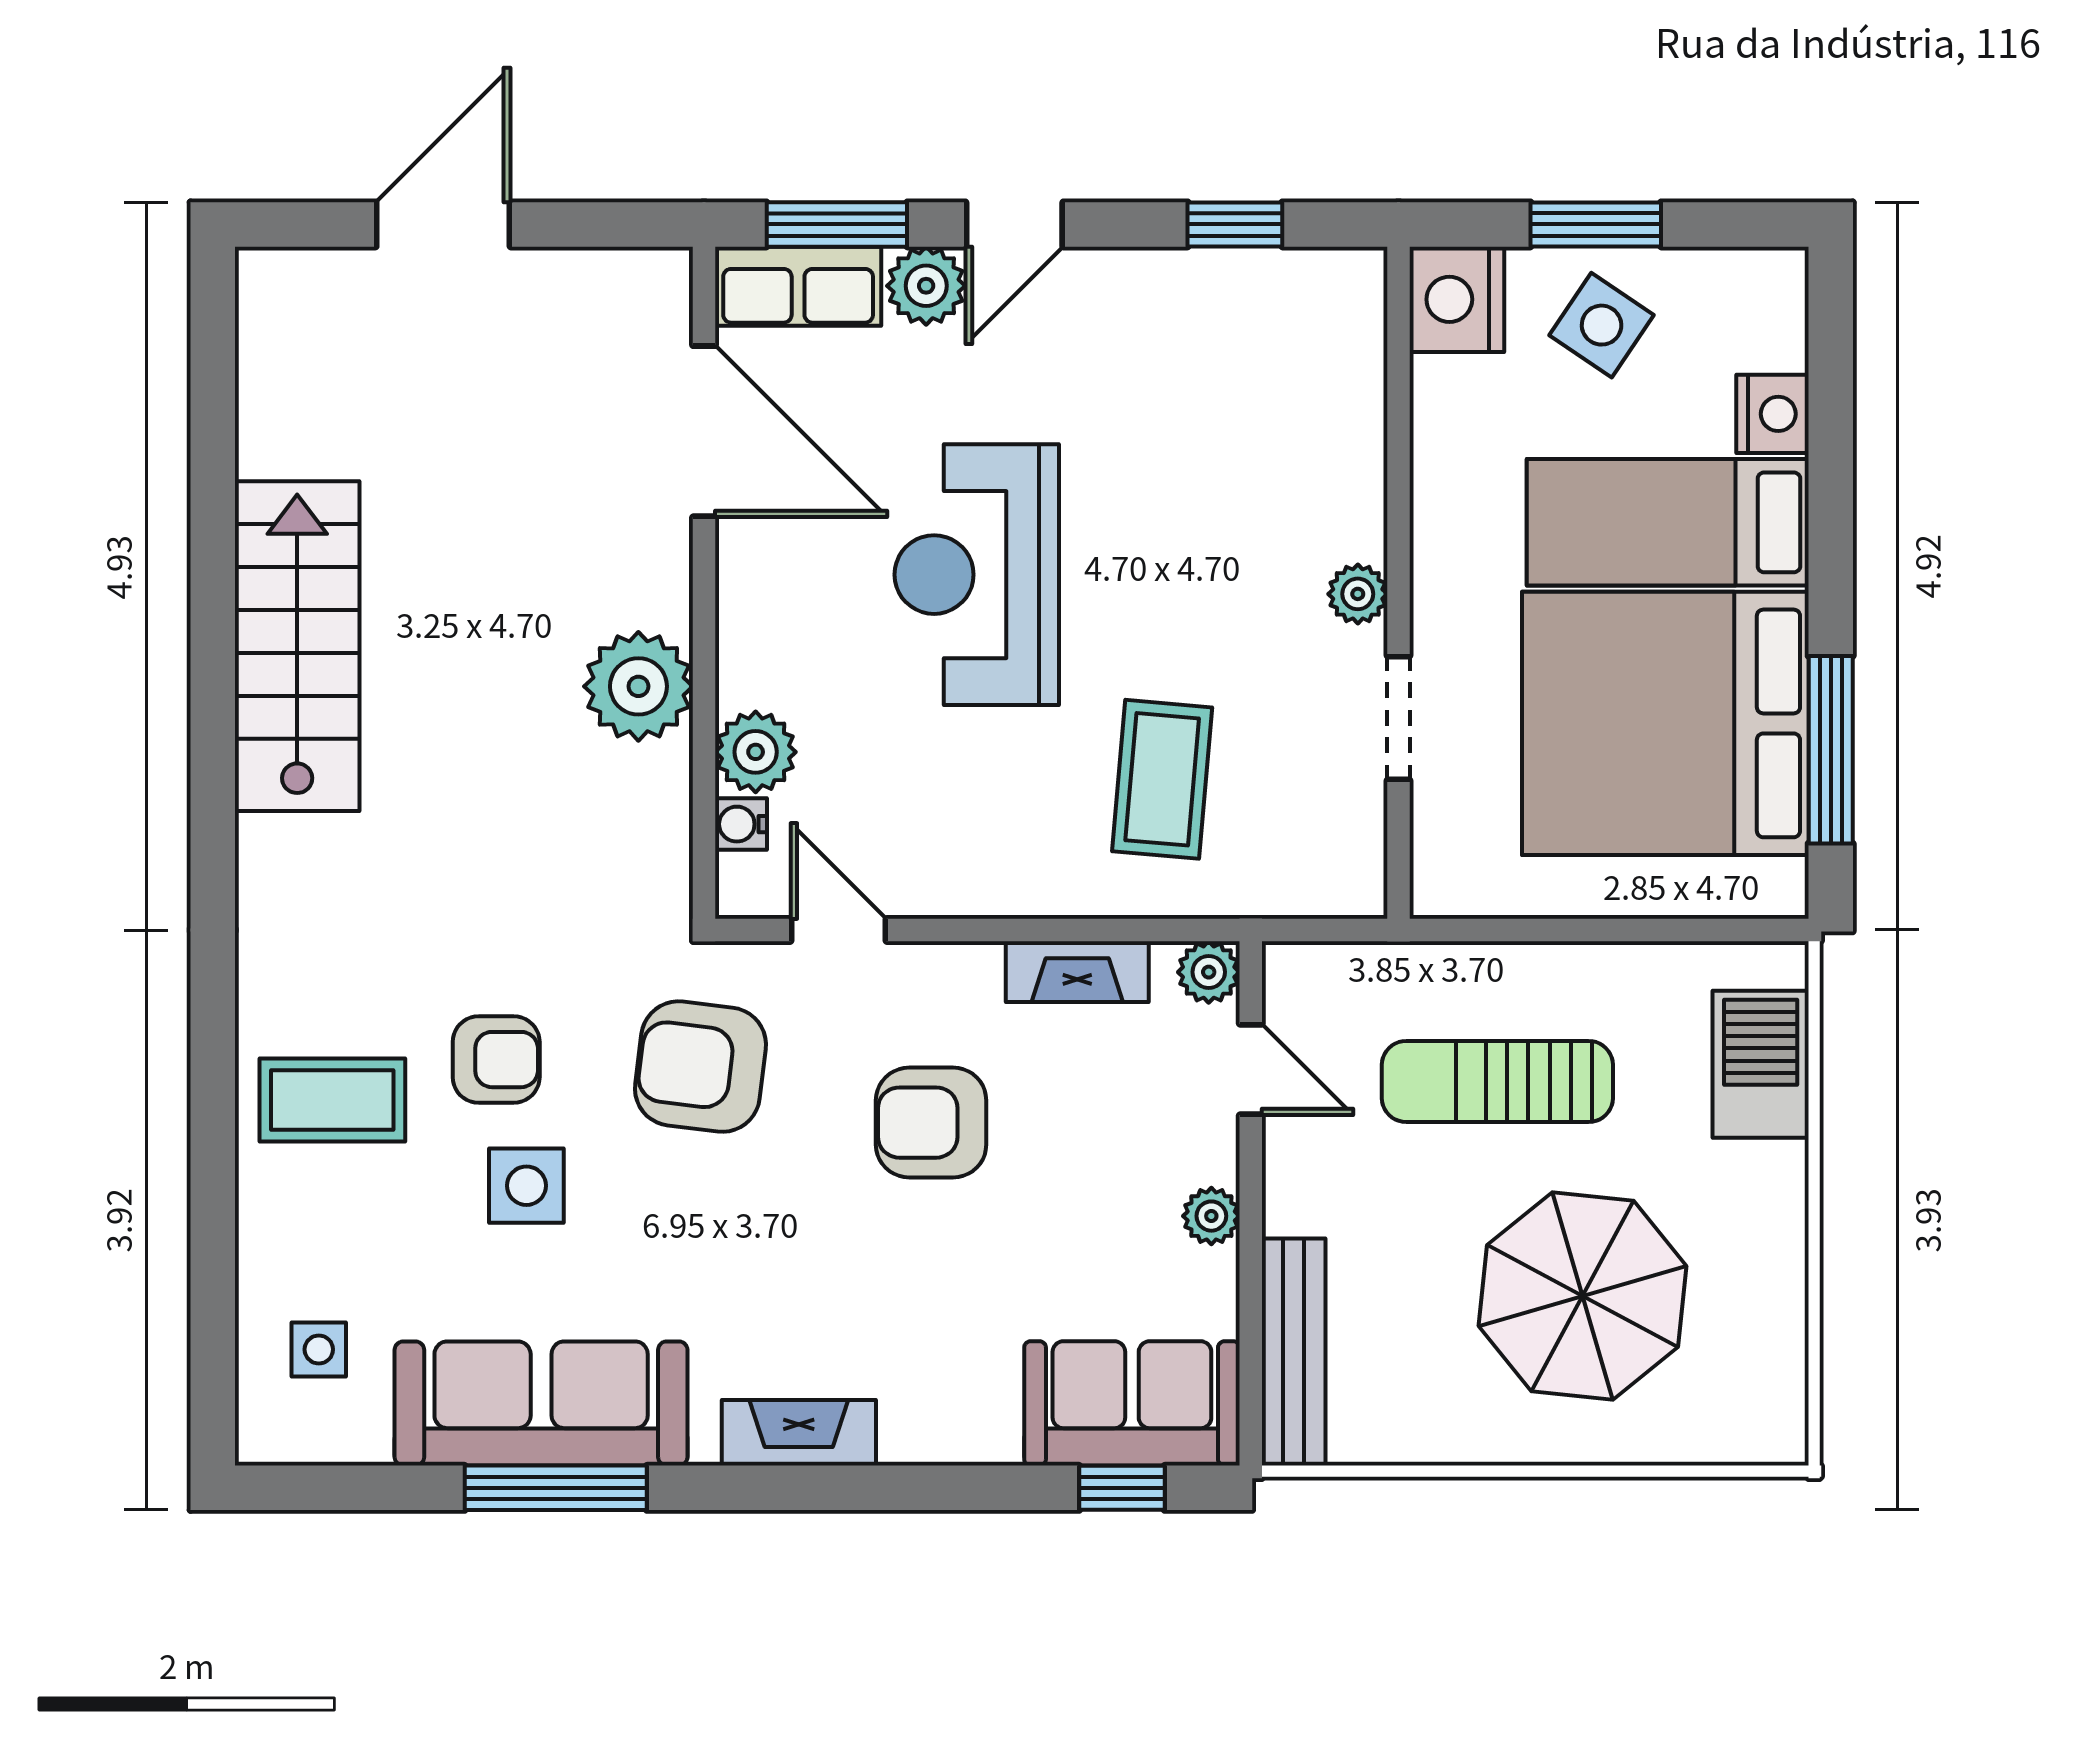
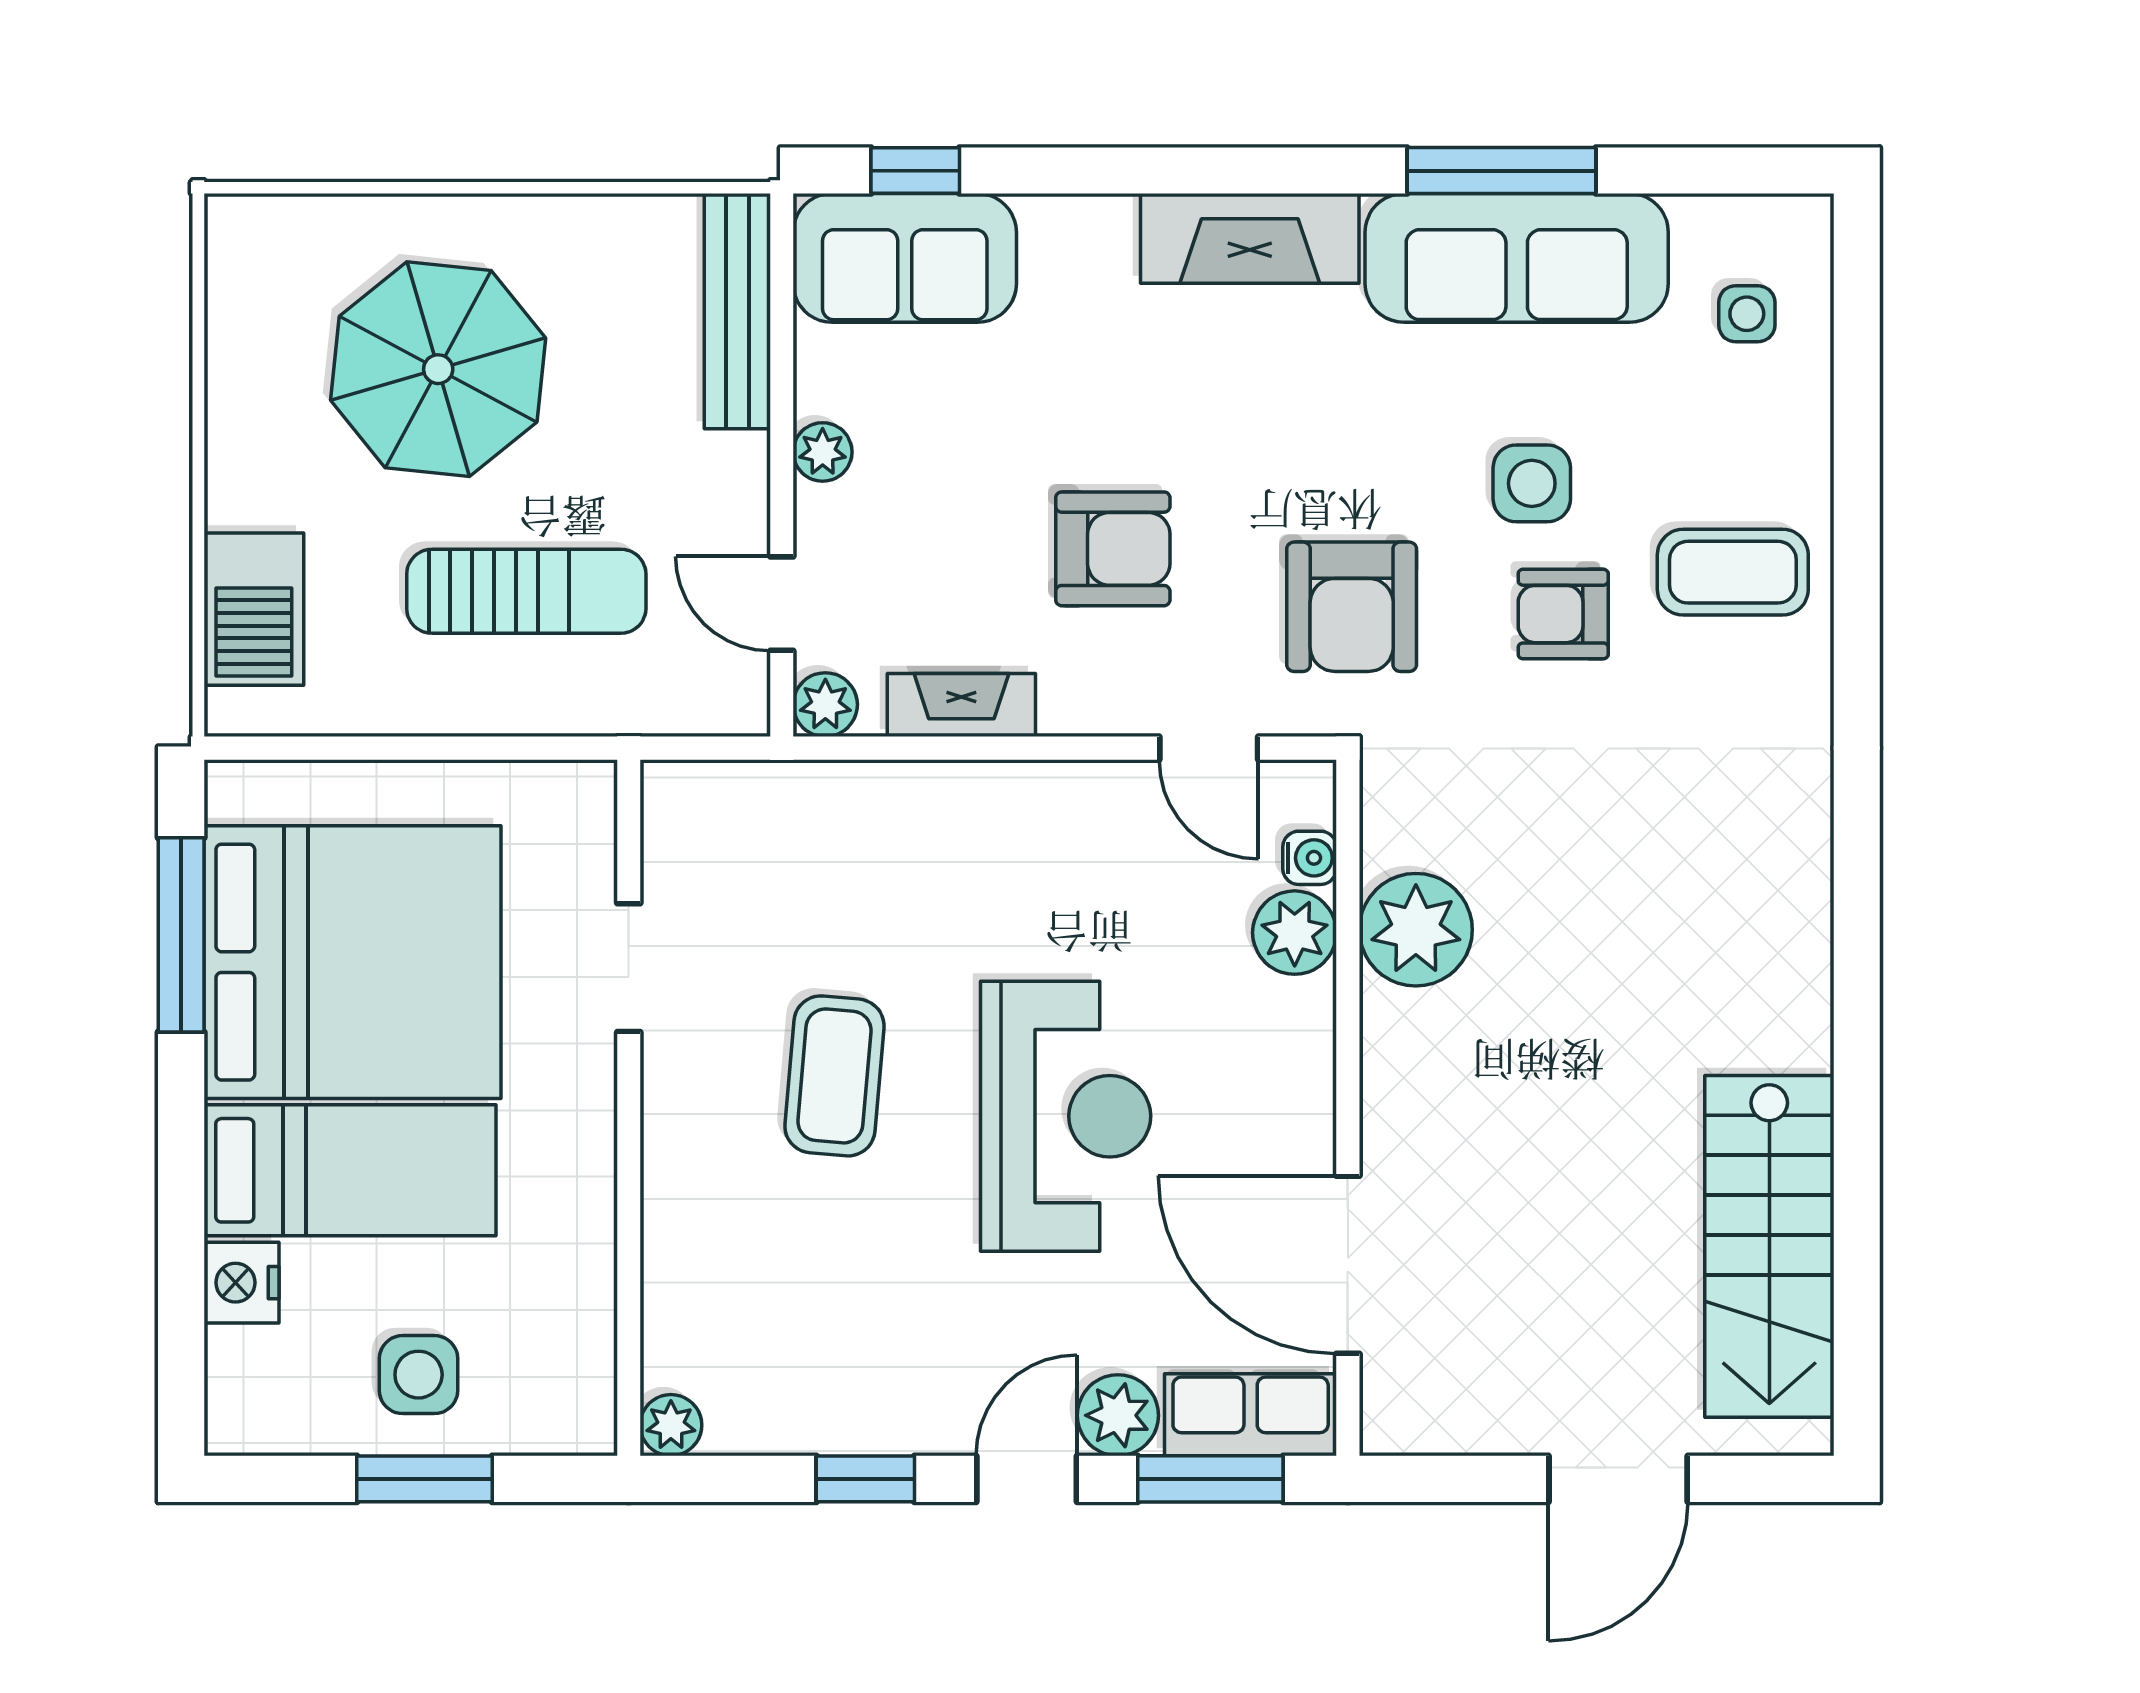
window: (1235, 224) -> (865, 1479), moved
nightstand: (1457, 299) -> (568, 1401), removed
side table: (1602, 325) -> (419, 1375), turned -34
plant: (1358, 594) -> (671, 1425), moved
stairs: (297, 646) -> (1769, 1246), moved
plant: (638, 686) -> (1416, 930), moved
coffee table: (1162, 779) -> (834, 1076), moved
armchair: (700, 1067) -> (1352, 607), turned 83
fireplace: (799, 1433) -> (1250, 238), width x1.37, depth x1.32

